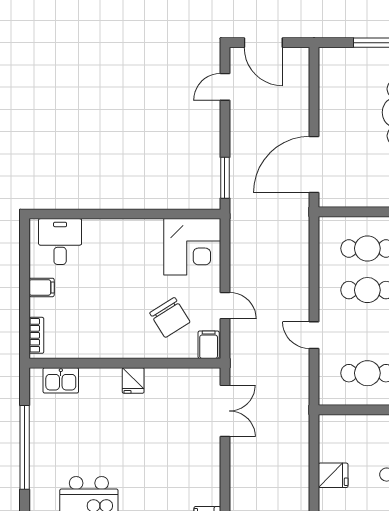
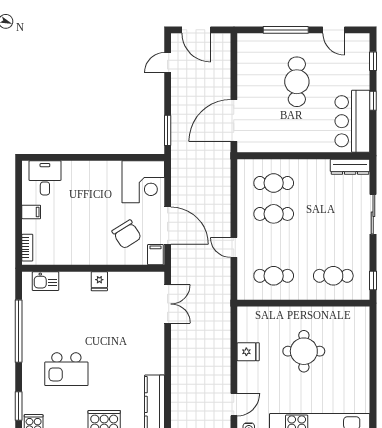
door: (225, 306) -> (168, 226), width x1.88

